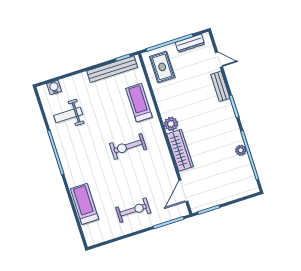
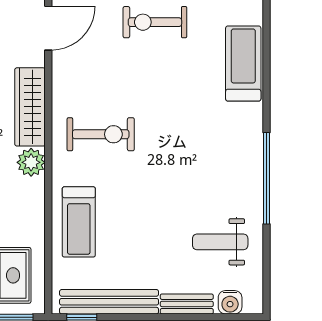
bench: (75, 80) -> (187, 304), added
weight bench: (68, 115) -> (220, 242), turned 180
exercise bike: (128, 146) -> (101, 134), moved
treadmill: (85, 204) -> (243, 63), turned 180

